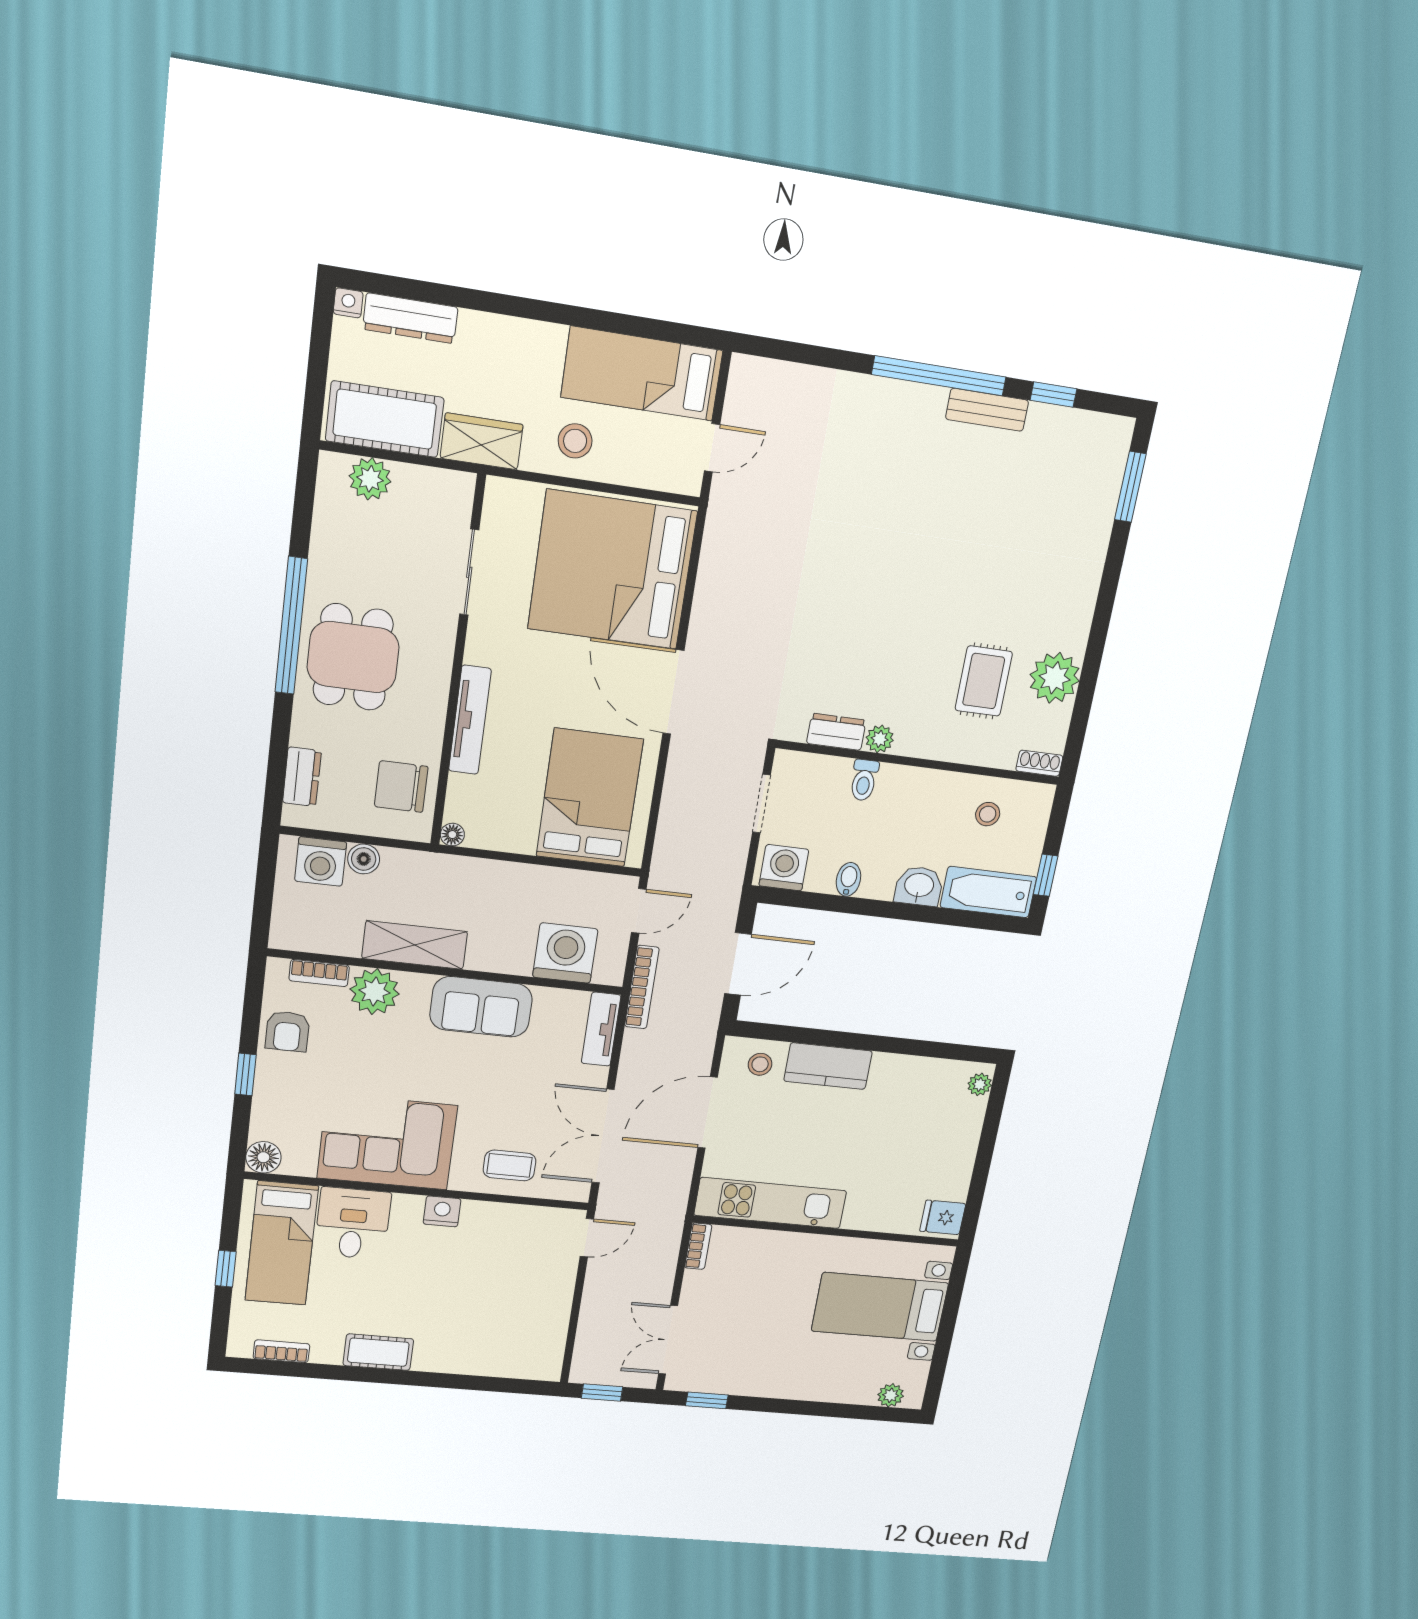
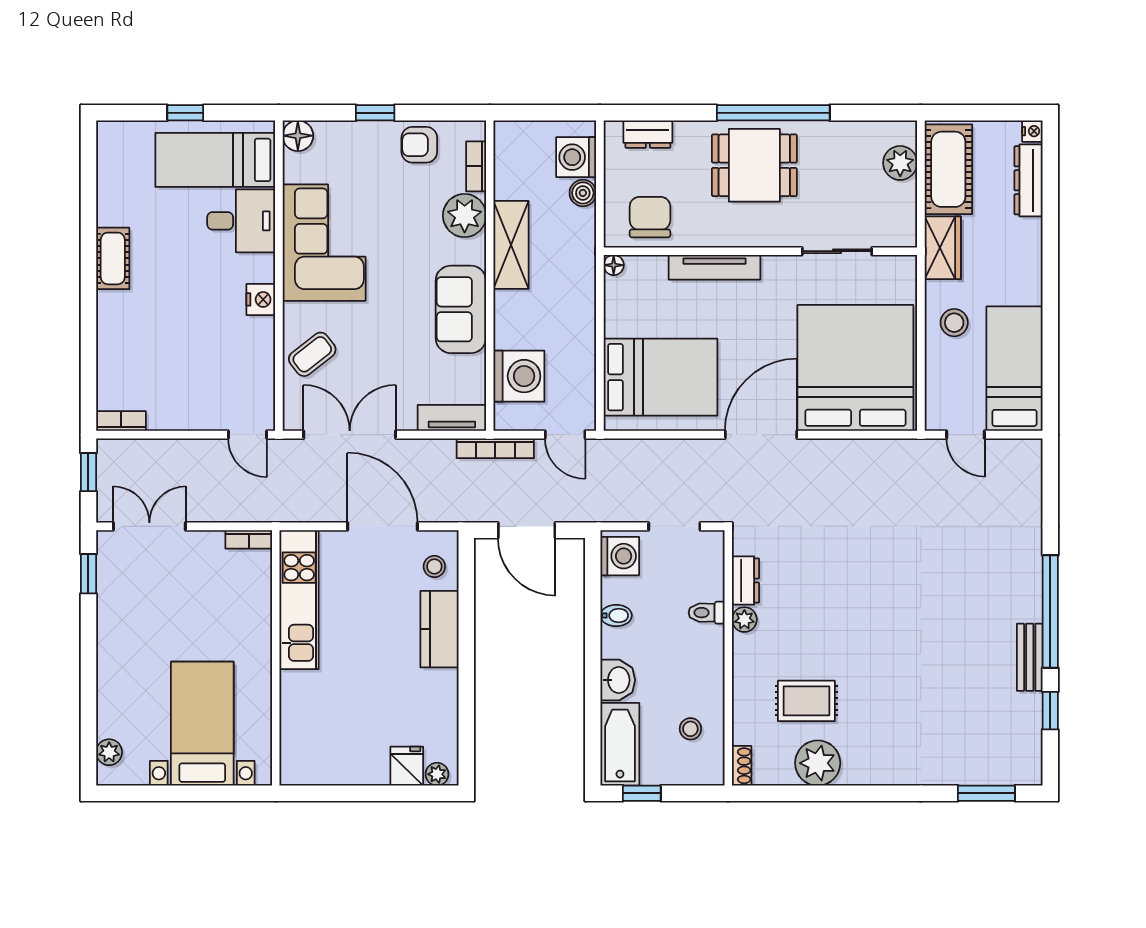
coffee table: (510, 1165) -> (312, 354), turned 52
fridge: (943, 1217) -> (407, 766), moved
bookcase: (281, 1351) -> (121, 421), moved, turned -90

